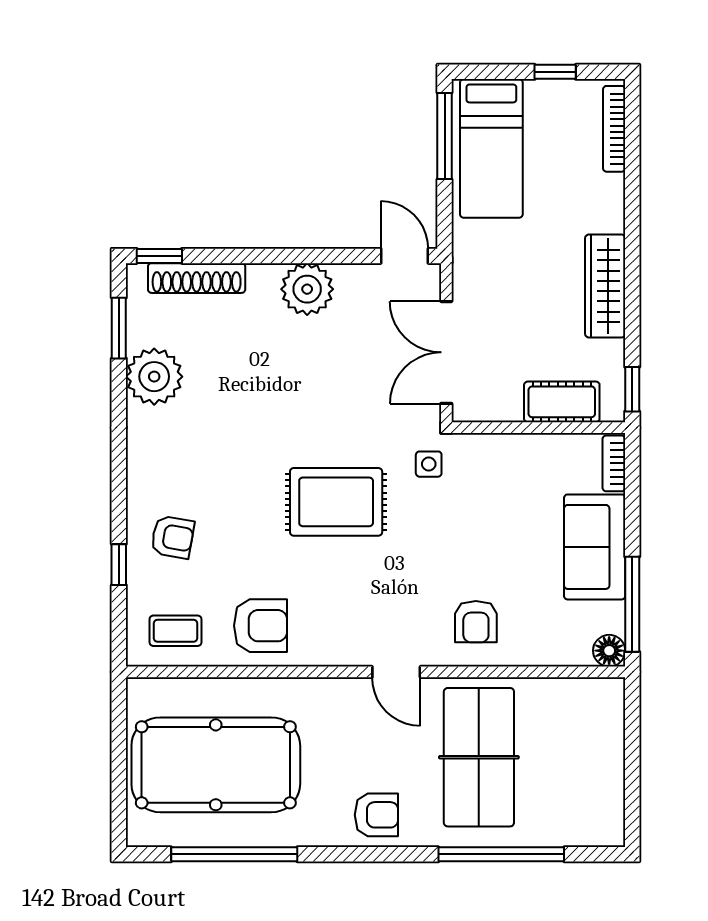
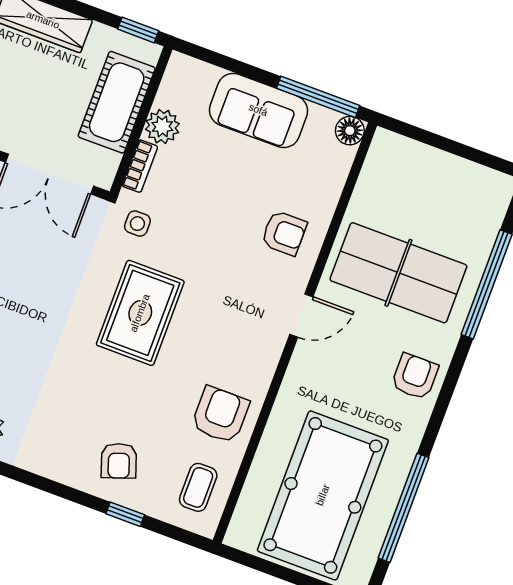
cot: (562, 402) -> (117, 102), width x1.37, depth x1.34
plant: (540, 452) -> (162, 127), added
bookcase: (614, 463) -> (140, 166), moved, turned -90
armchair: (172, 537) -> (119, 461), turned 151

